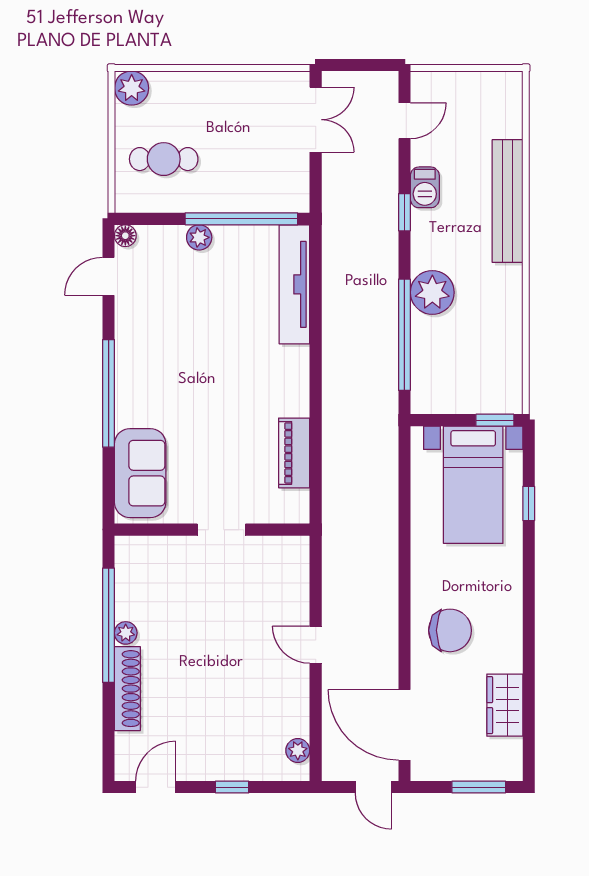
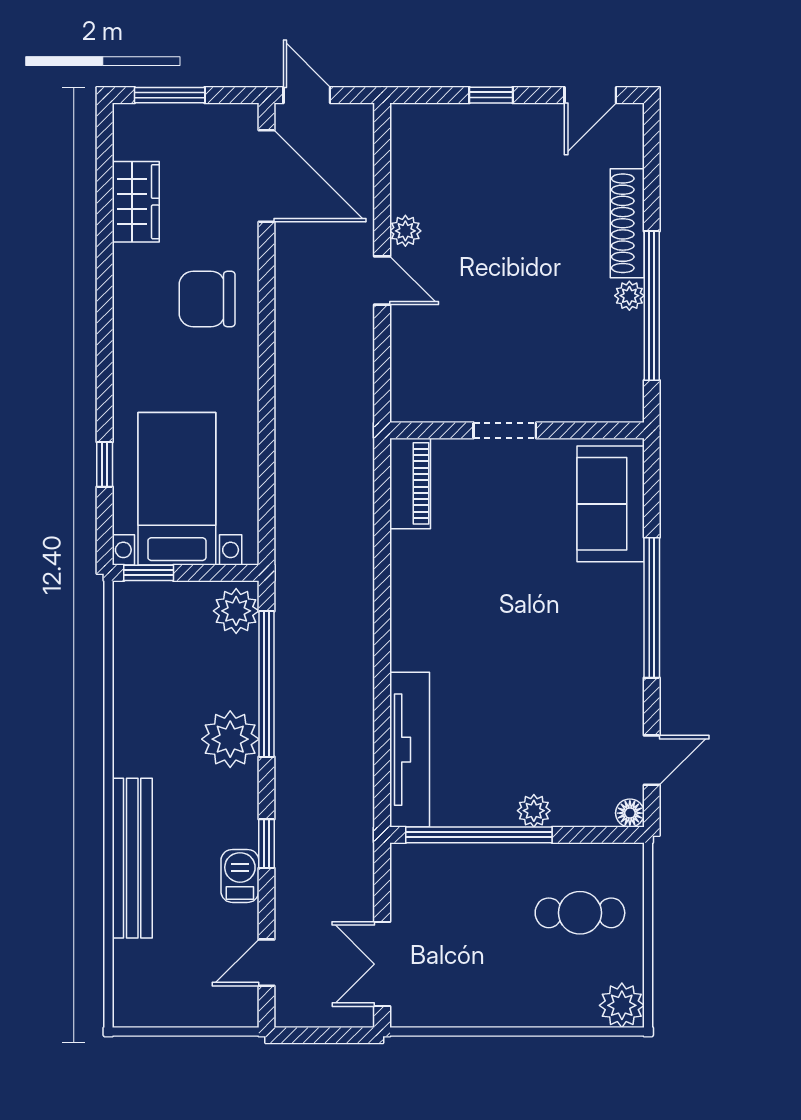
plant: (428, 391) -> (236, 611), added
piano: (294, 453) -> (410, 483), moved
plant: (298, 750) -> (405, 231), moved

